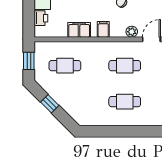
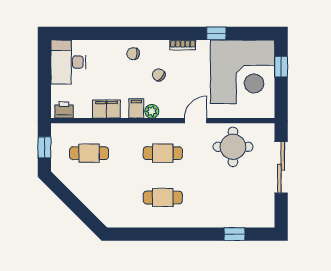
printer: (41, 18) -> (64, 110), moved, turned -90
plant: (132, 32) -> (152, 111), moved
window: (50, 104) -> (70, 200), removed

